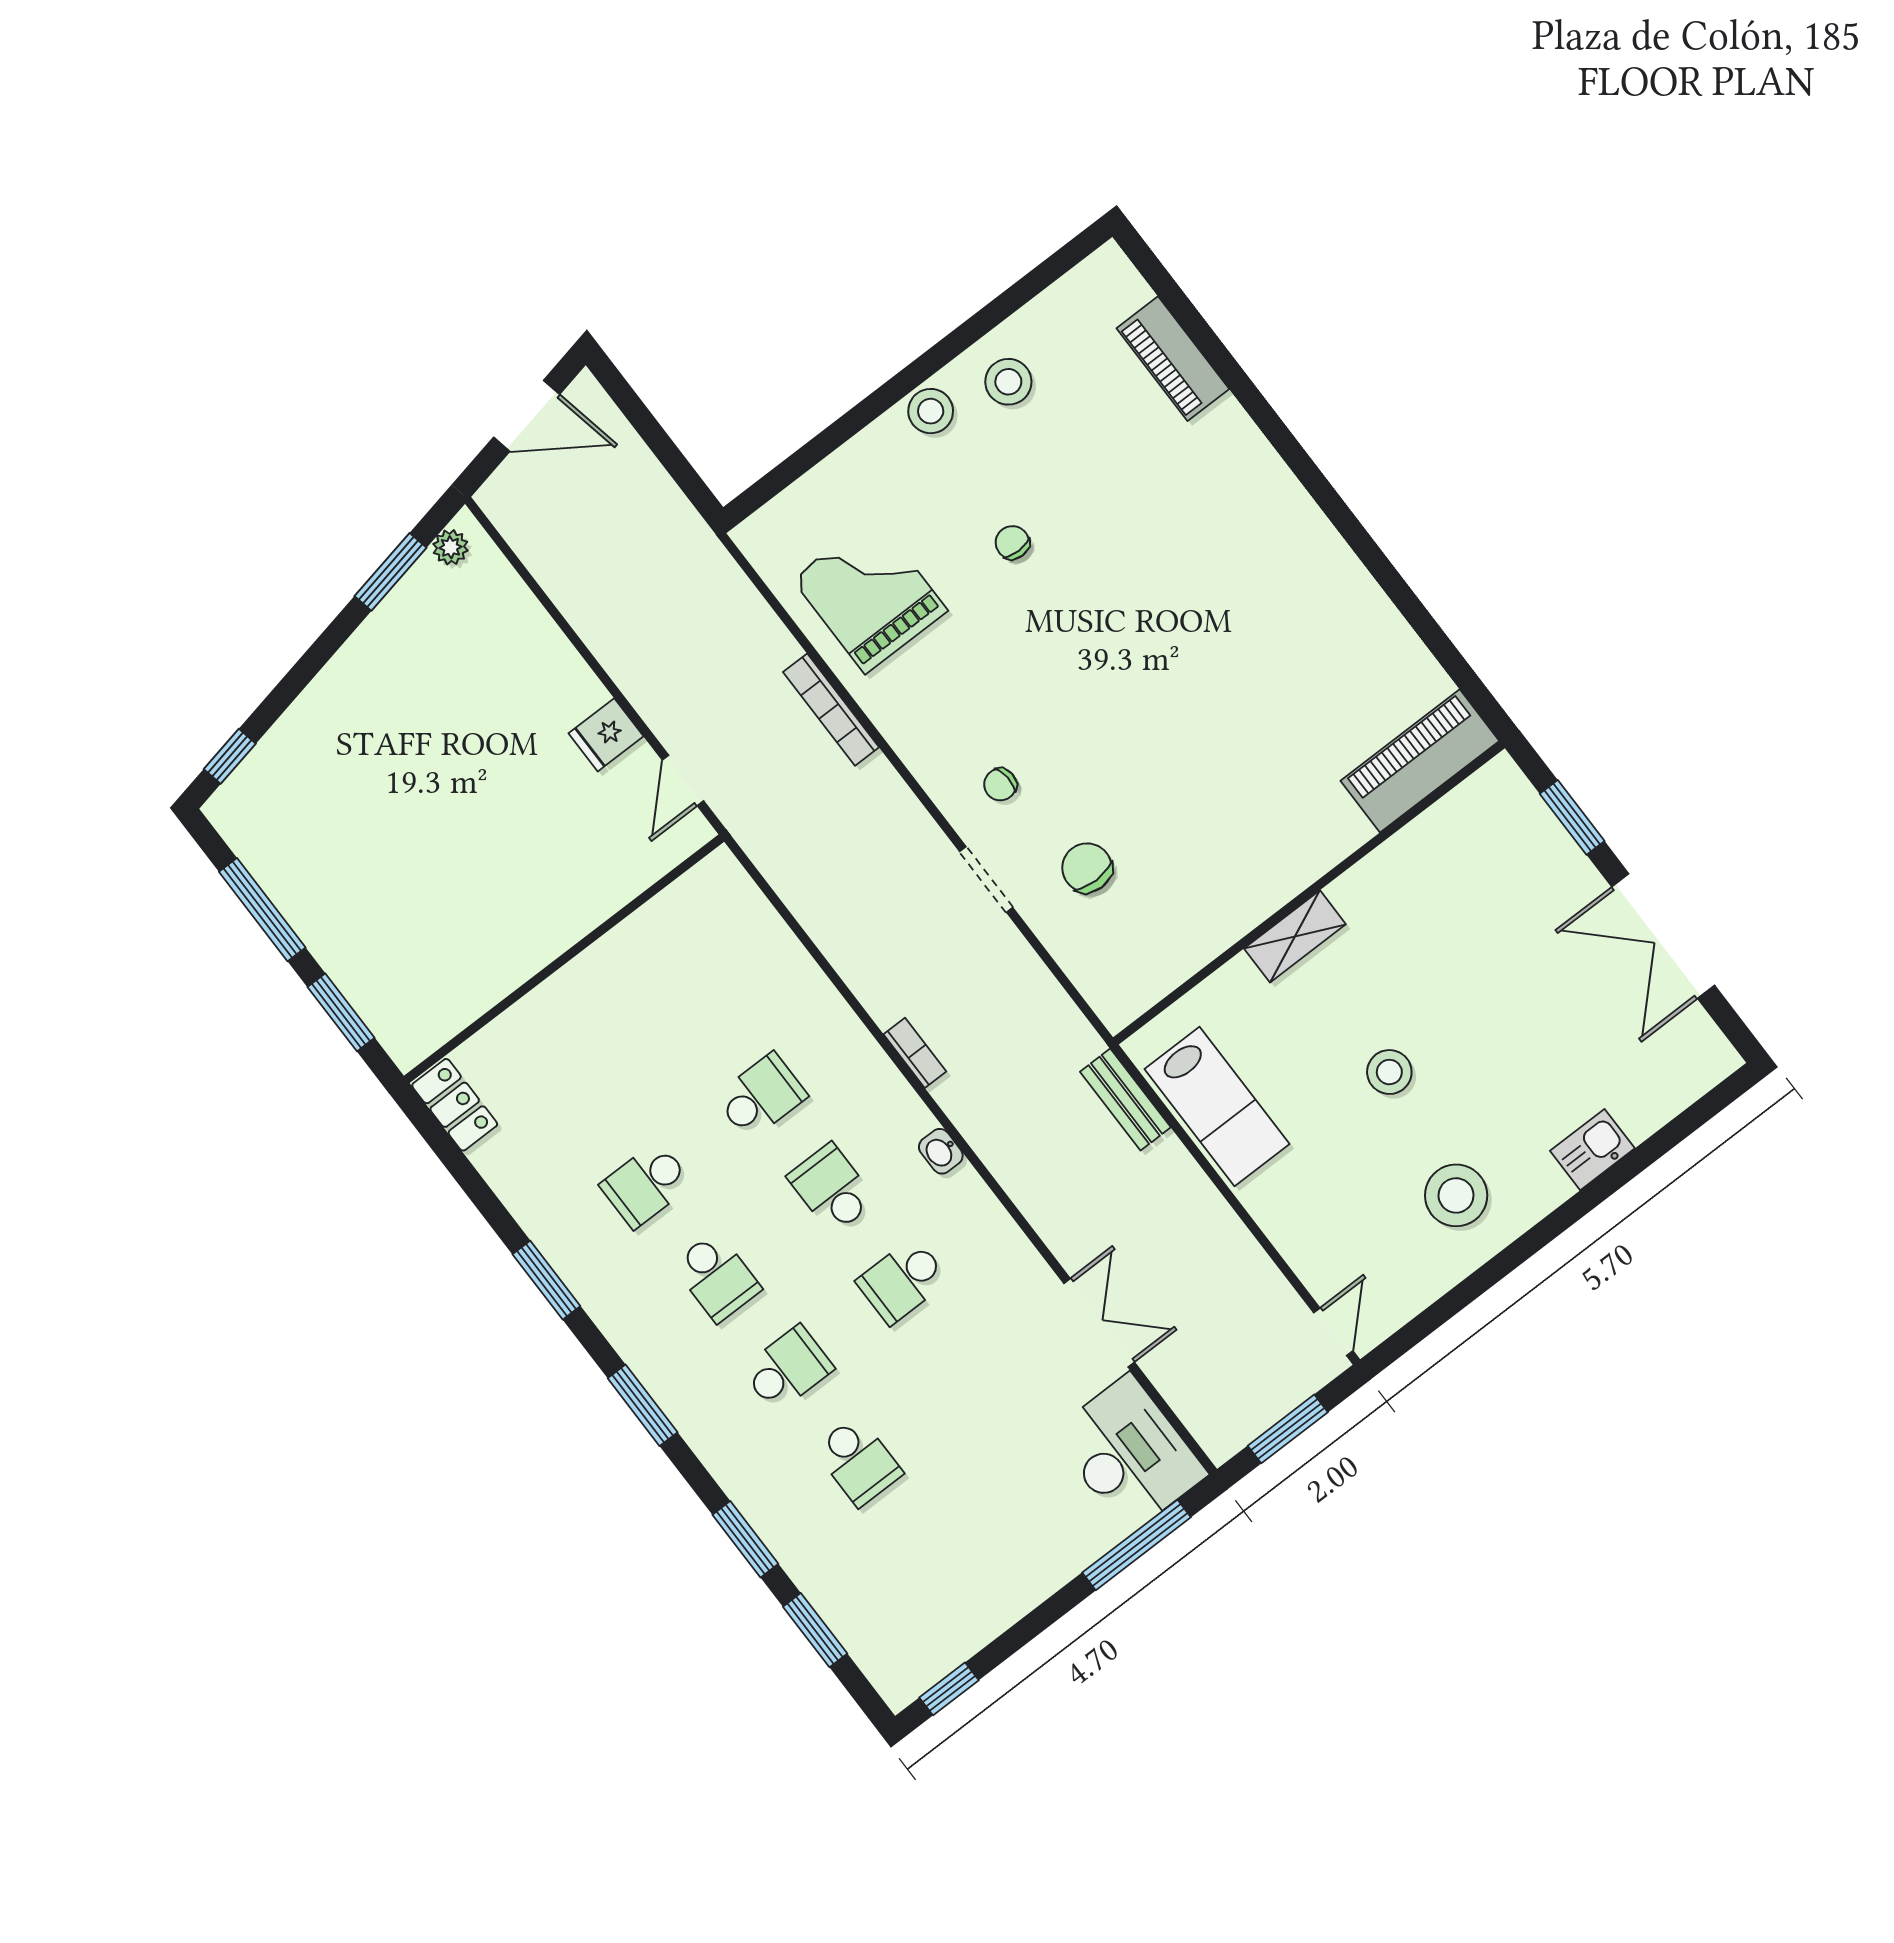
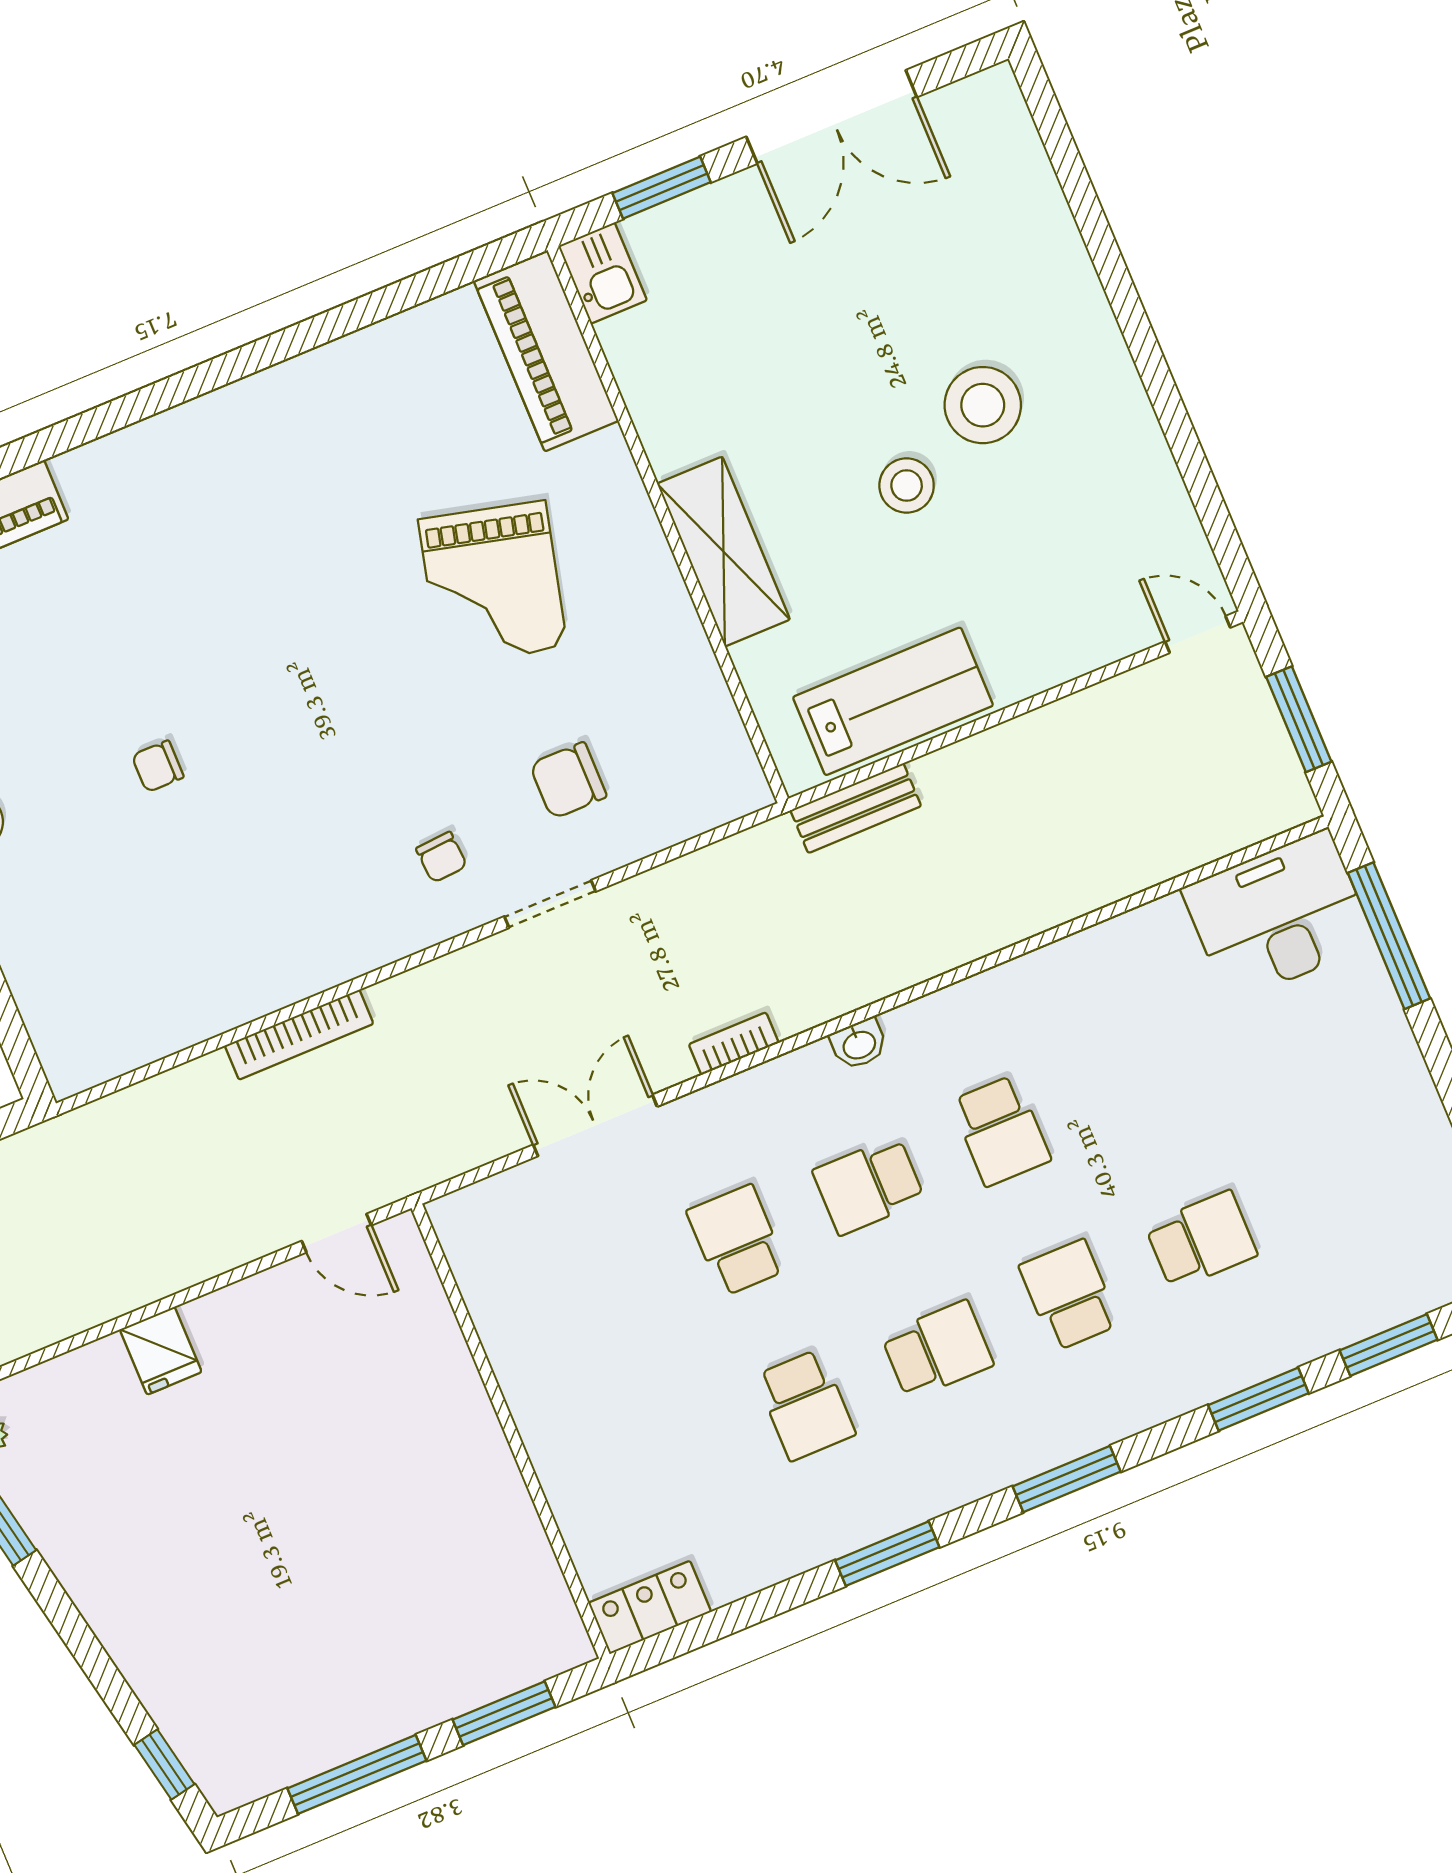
grand piano: (870, 595) -> (493, 583), moved, turned -76
fridge: (606, 735) -> (161, 1351), moved
shelving: (1295, 936) -> (724, 552), width x1.50, depth x1.33
kitchen sink: (1592, 1150) -> (603, 273), moved, turned 180
stool: (1456, 1195) -> (983, 405), moved
double door: (1099, 1323) -> (595, 1125), moved

